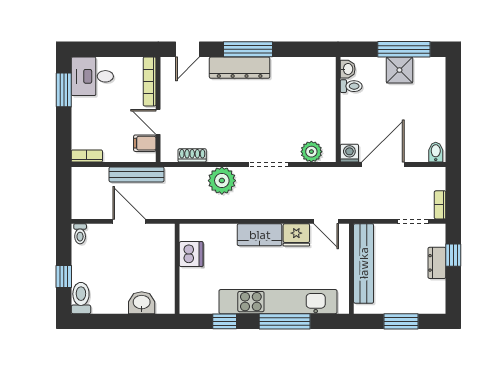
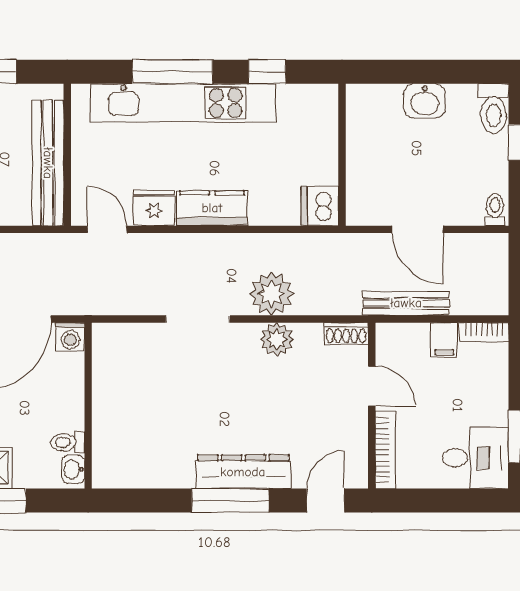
filing cabinet: (145, 143) -> (444, 340), moved, turned 90
plant: (311, 152) -> (277, 339), moved
shoe rack: (192, 155) -> (346, 333), moved
dishwasher: (191, 254) -> (320, 206), moved
washbasin: (142, 303) -> (425, 101), moved

